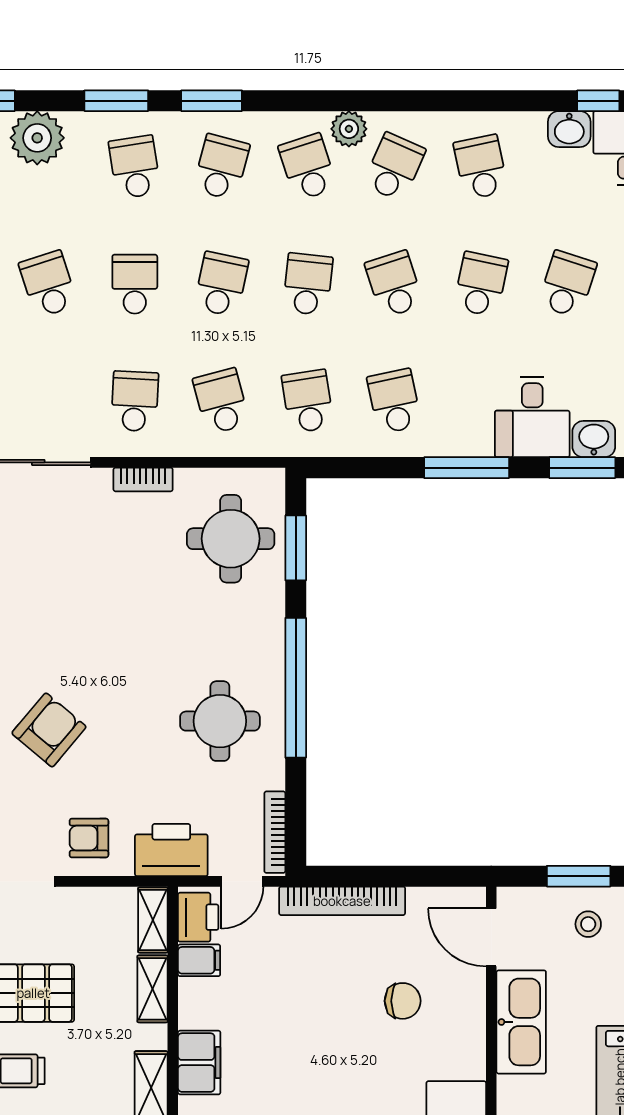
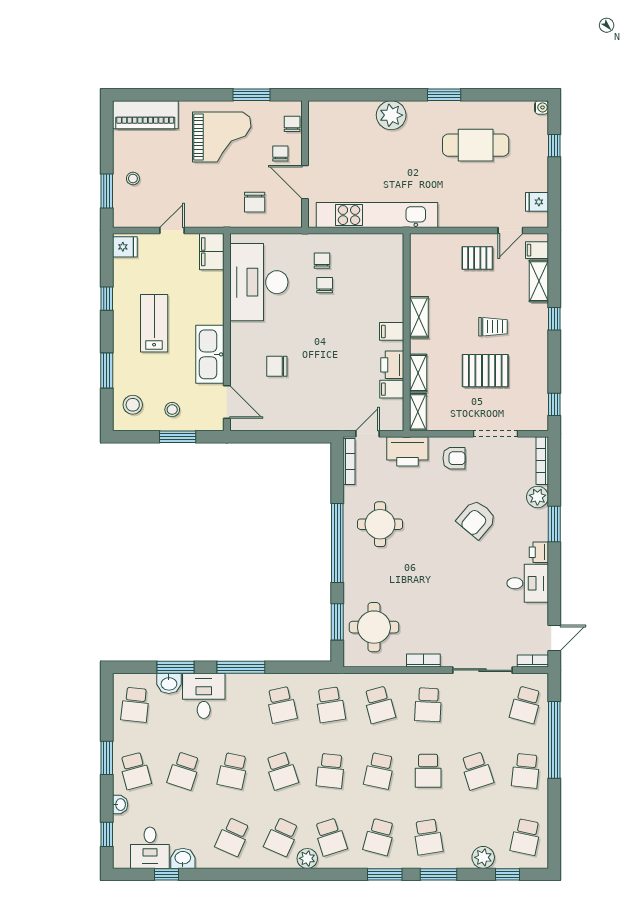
plant: (37, 138) -> (483, 857), width x0.73, depth x0.73
school desk: (481, 167) -> (233, 837), turned 36
bookcase: (342, 901) -> (311, 423), removed
printer: (198, 917) -> (392, 365), moved
filing cabinet: (199, 1063) -> (392, 331), width x0.50

